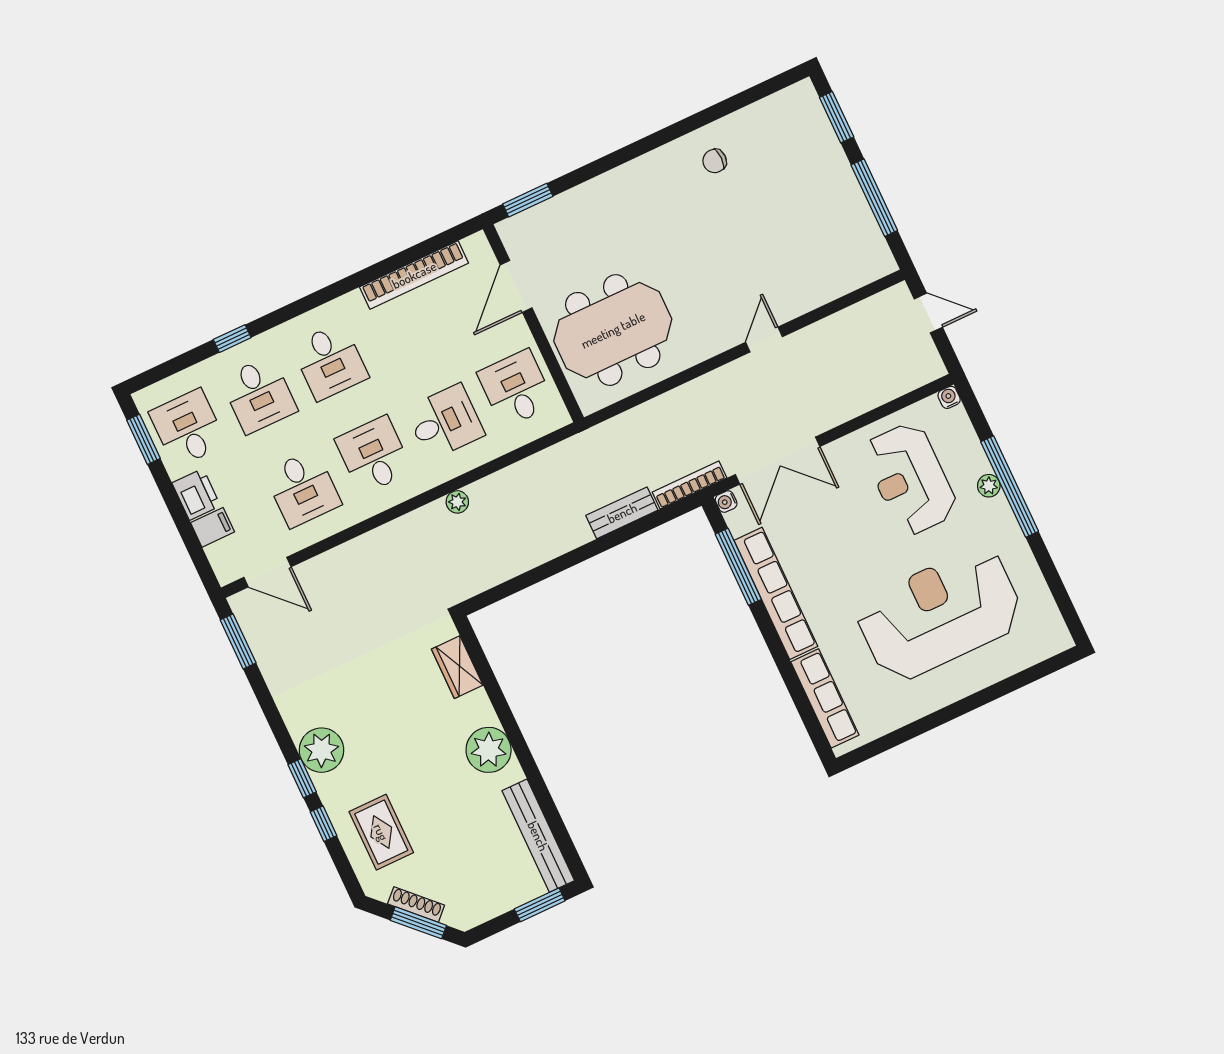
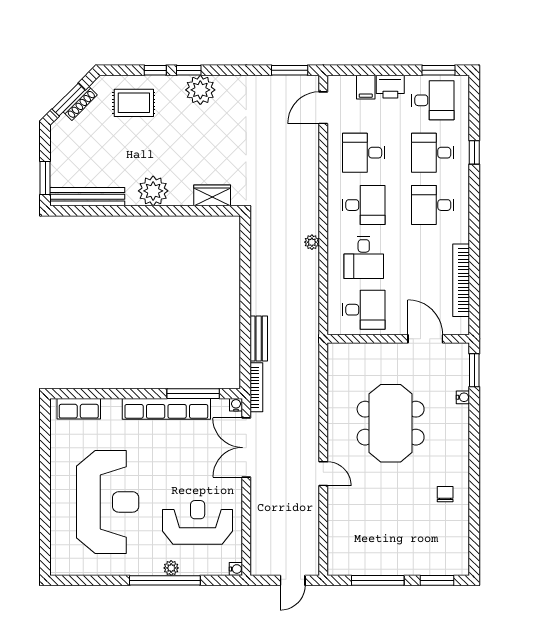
water cooler: (572, 198) -> (463, 397), added
meeting table: (613, 330) -> (391, 423), moved
row of seats: (825, 698) -> (79, 409), width x0.68

